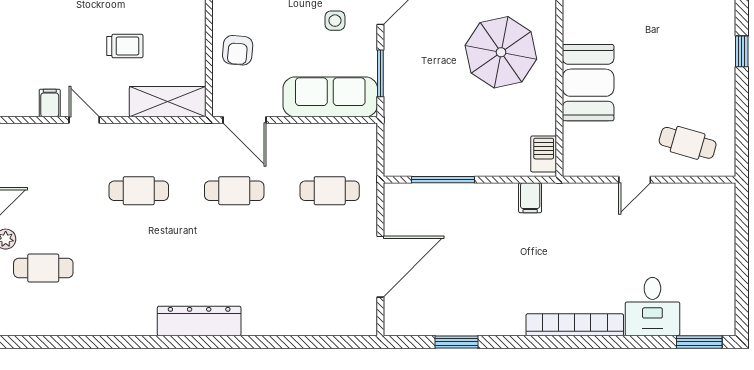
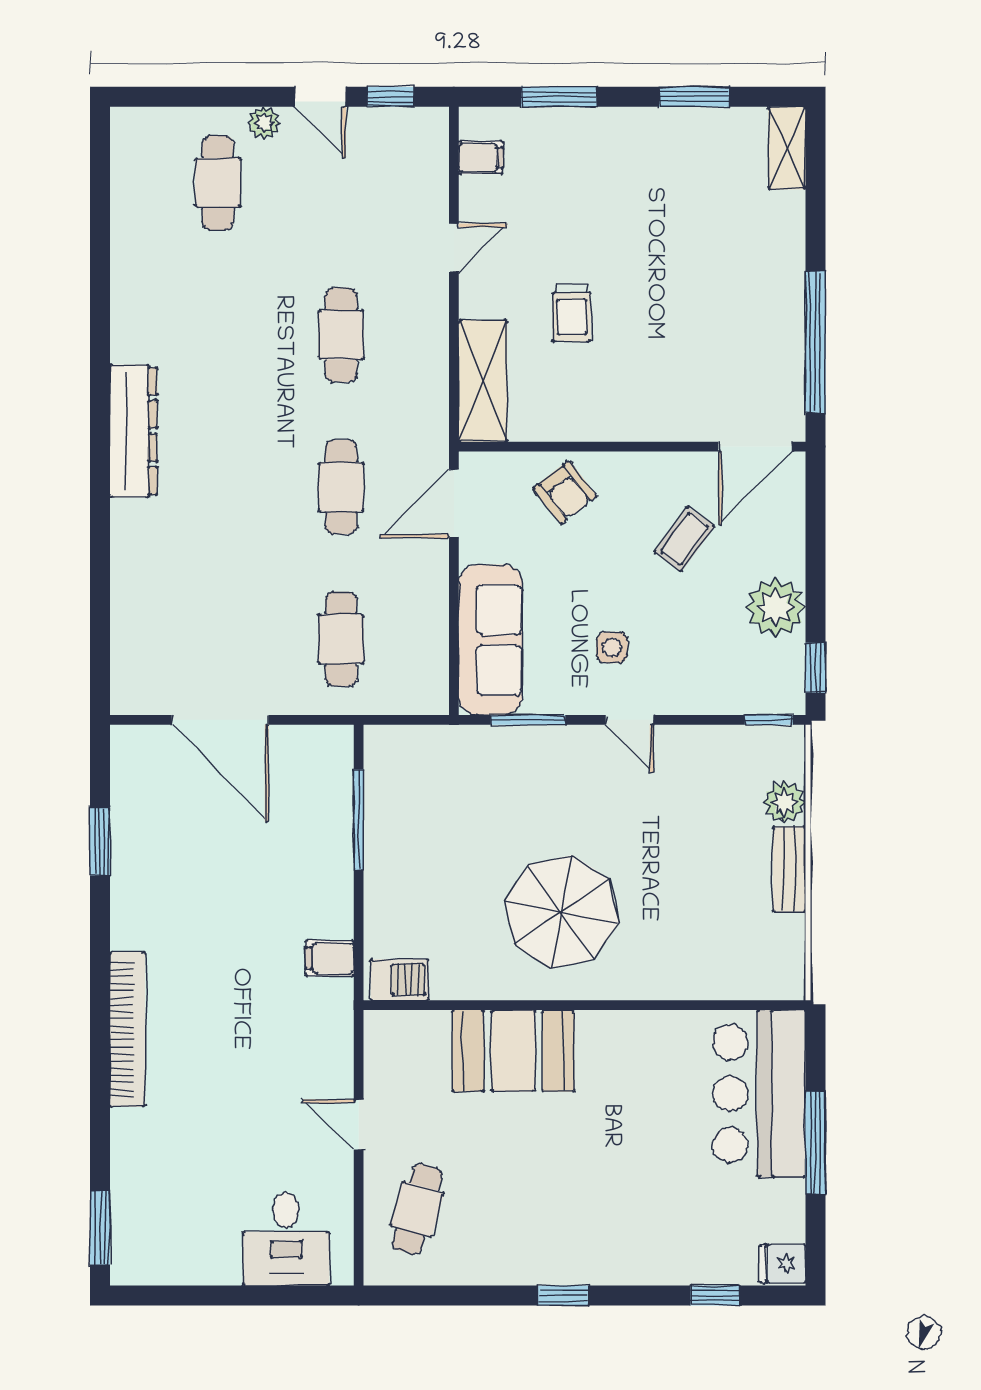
armchair: (238, 50) -> (565, 492), turned -133
filing cabinet: (50, 103) -> (481, 158), moved
desk: (652, 307) -> (286, 1239), moved, turned -90

